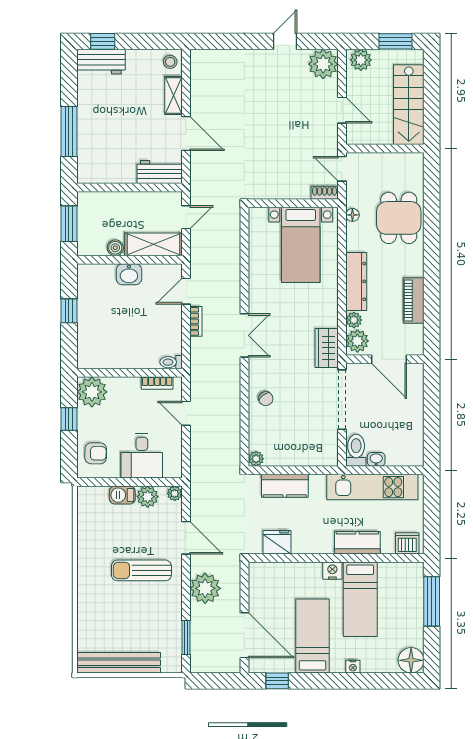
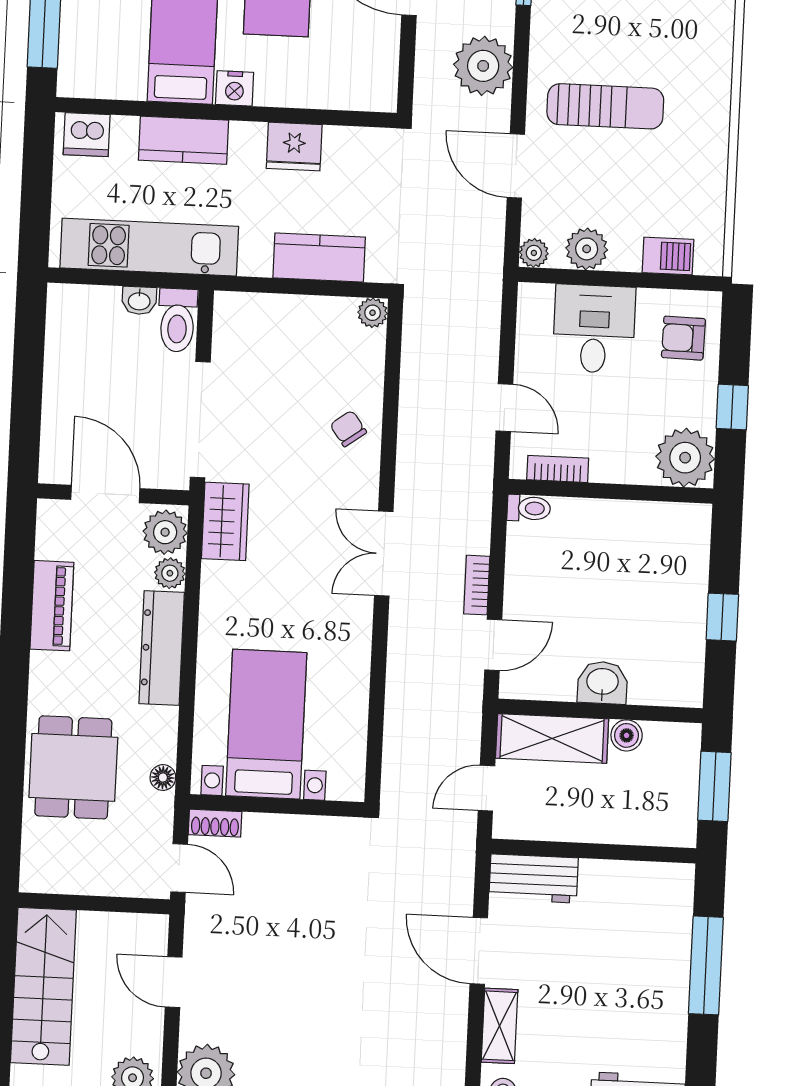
barbecue: (122, 495) -> (668, 256), moved
fridge: (277, 542) -> (294, 147), moved

